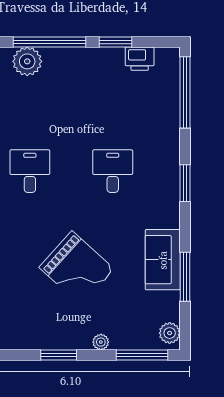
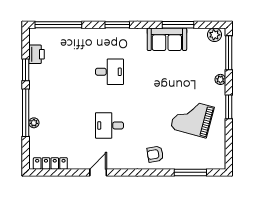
plant: (27, 61) -> (34, 123), width x0.53, depth x0.53
desk: (113, 171) -> (109, 72), turned 180
grand piano: (77, 268) -> (192, 118), moved, turned -117

